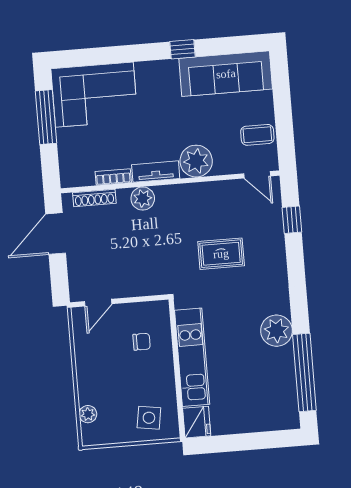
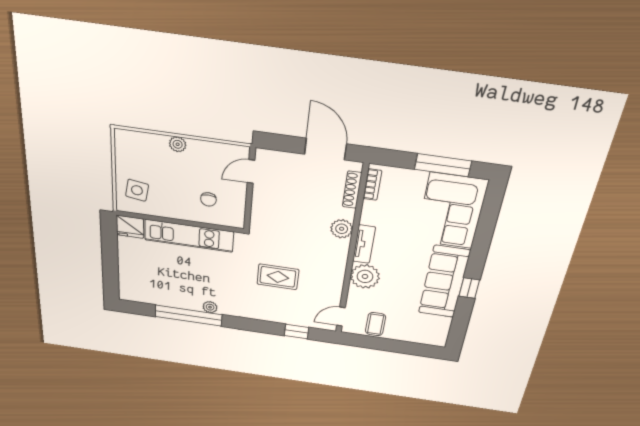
sofa: (226, 74) -> (444, 282), moved
bookcase: (113, 177) -> (372, 185), moved
rug: (221, 254) -> (278, 277), turned 90
door: (98, 303) -> (251, 171), hinge flipped
plant: (277, 331) -> (210, 307), width x0.53, depth x0.53
window: (304, 372) -> (188, 316), moved
plant: (88, 414) -> (178, 144), moved

